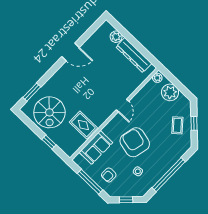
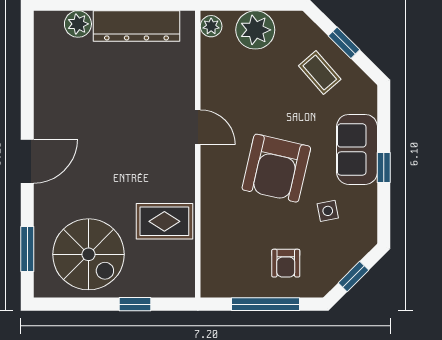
door: (71, 52) -> (27, 161), moved
armchair: (135, 142) -> (276, 168), turned -90
sofa: (96, 147) -> (357, 149), moved, turned 180
window: (169, 175) -> (384, 168), width x0.32

